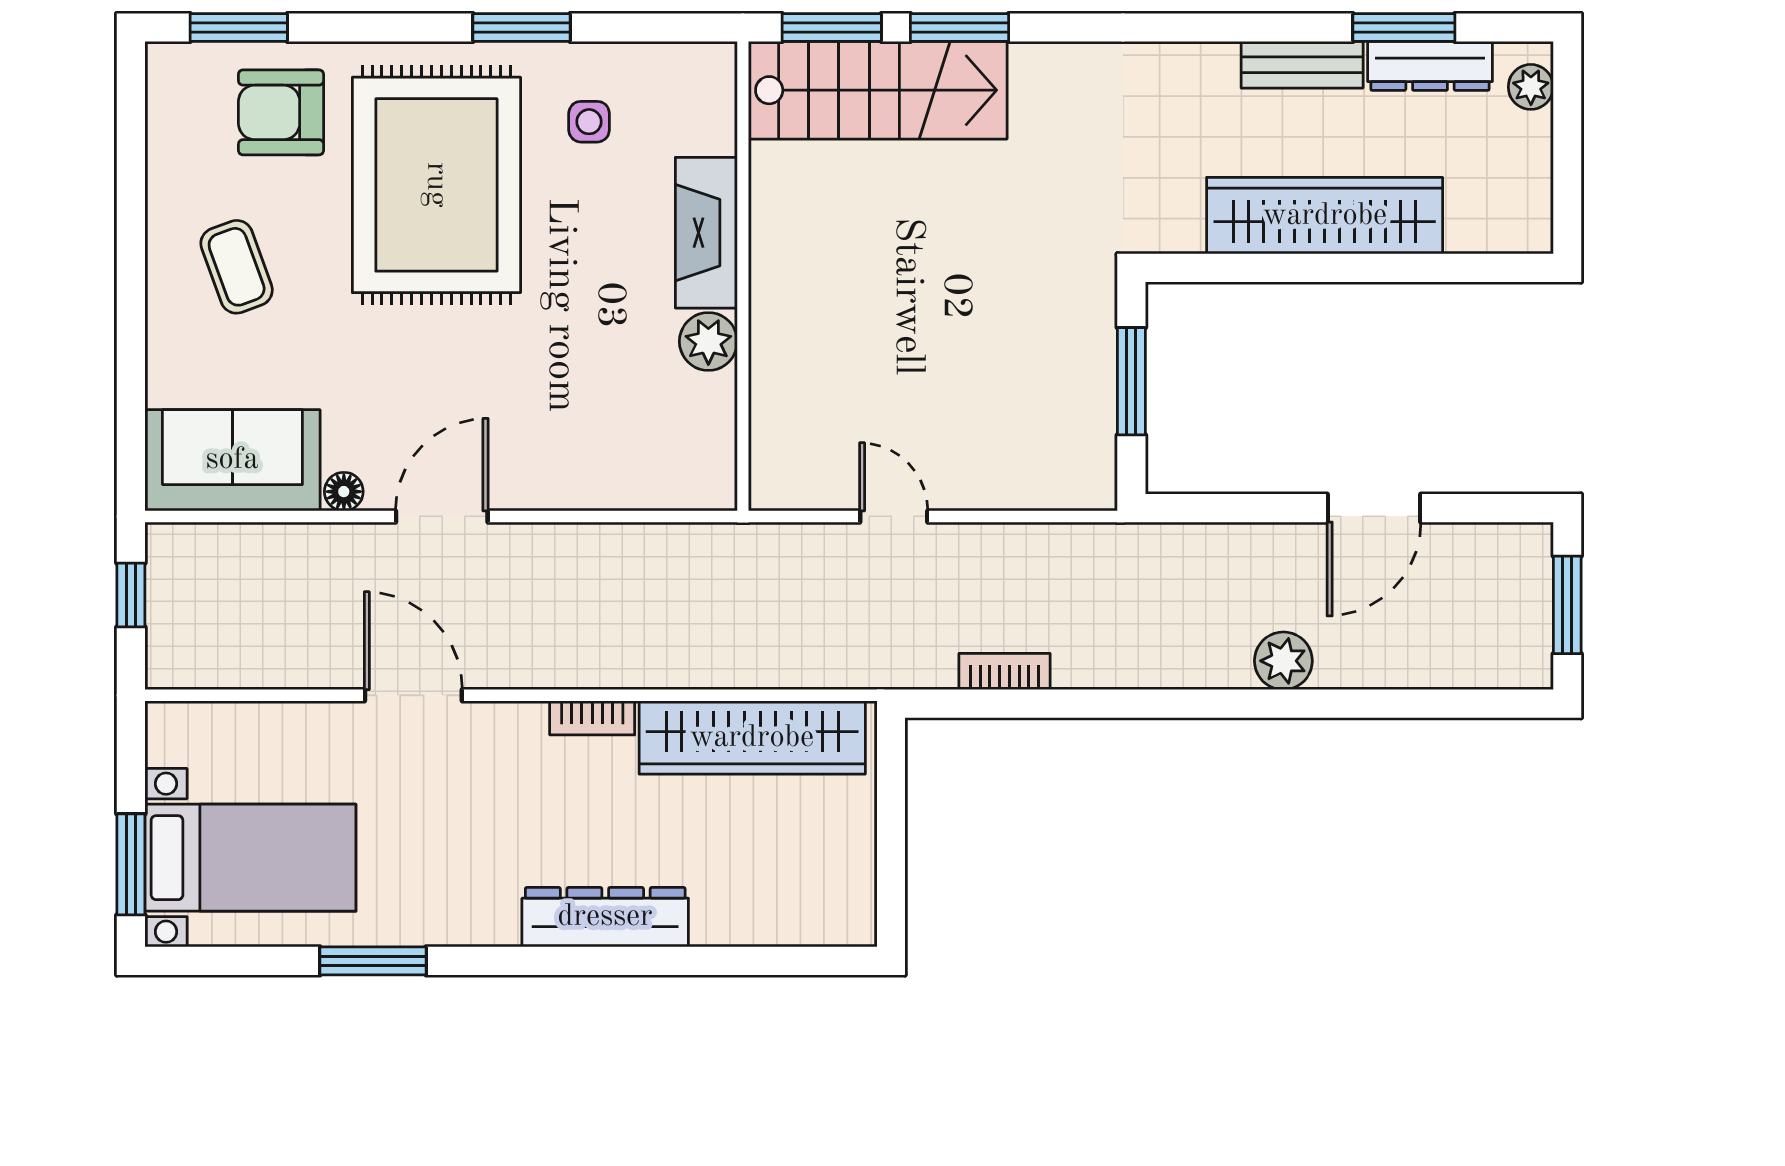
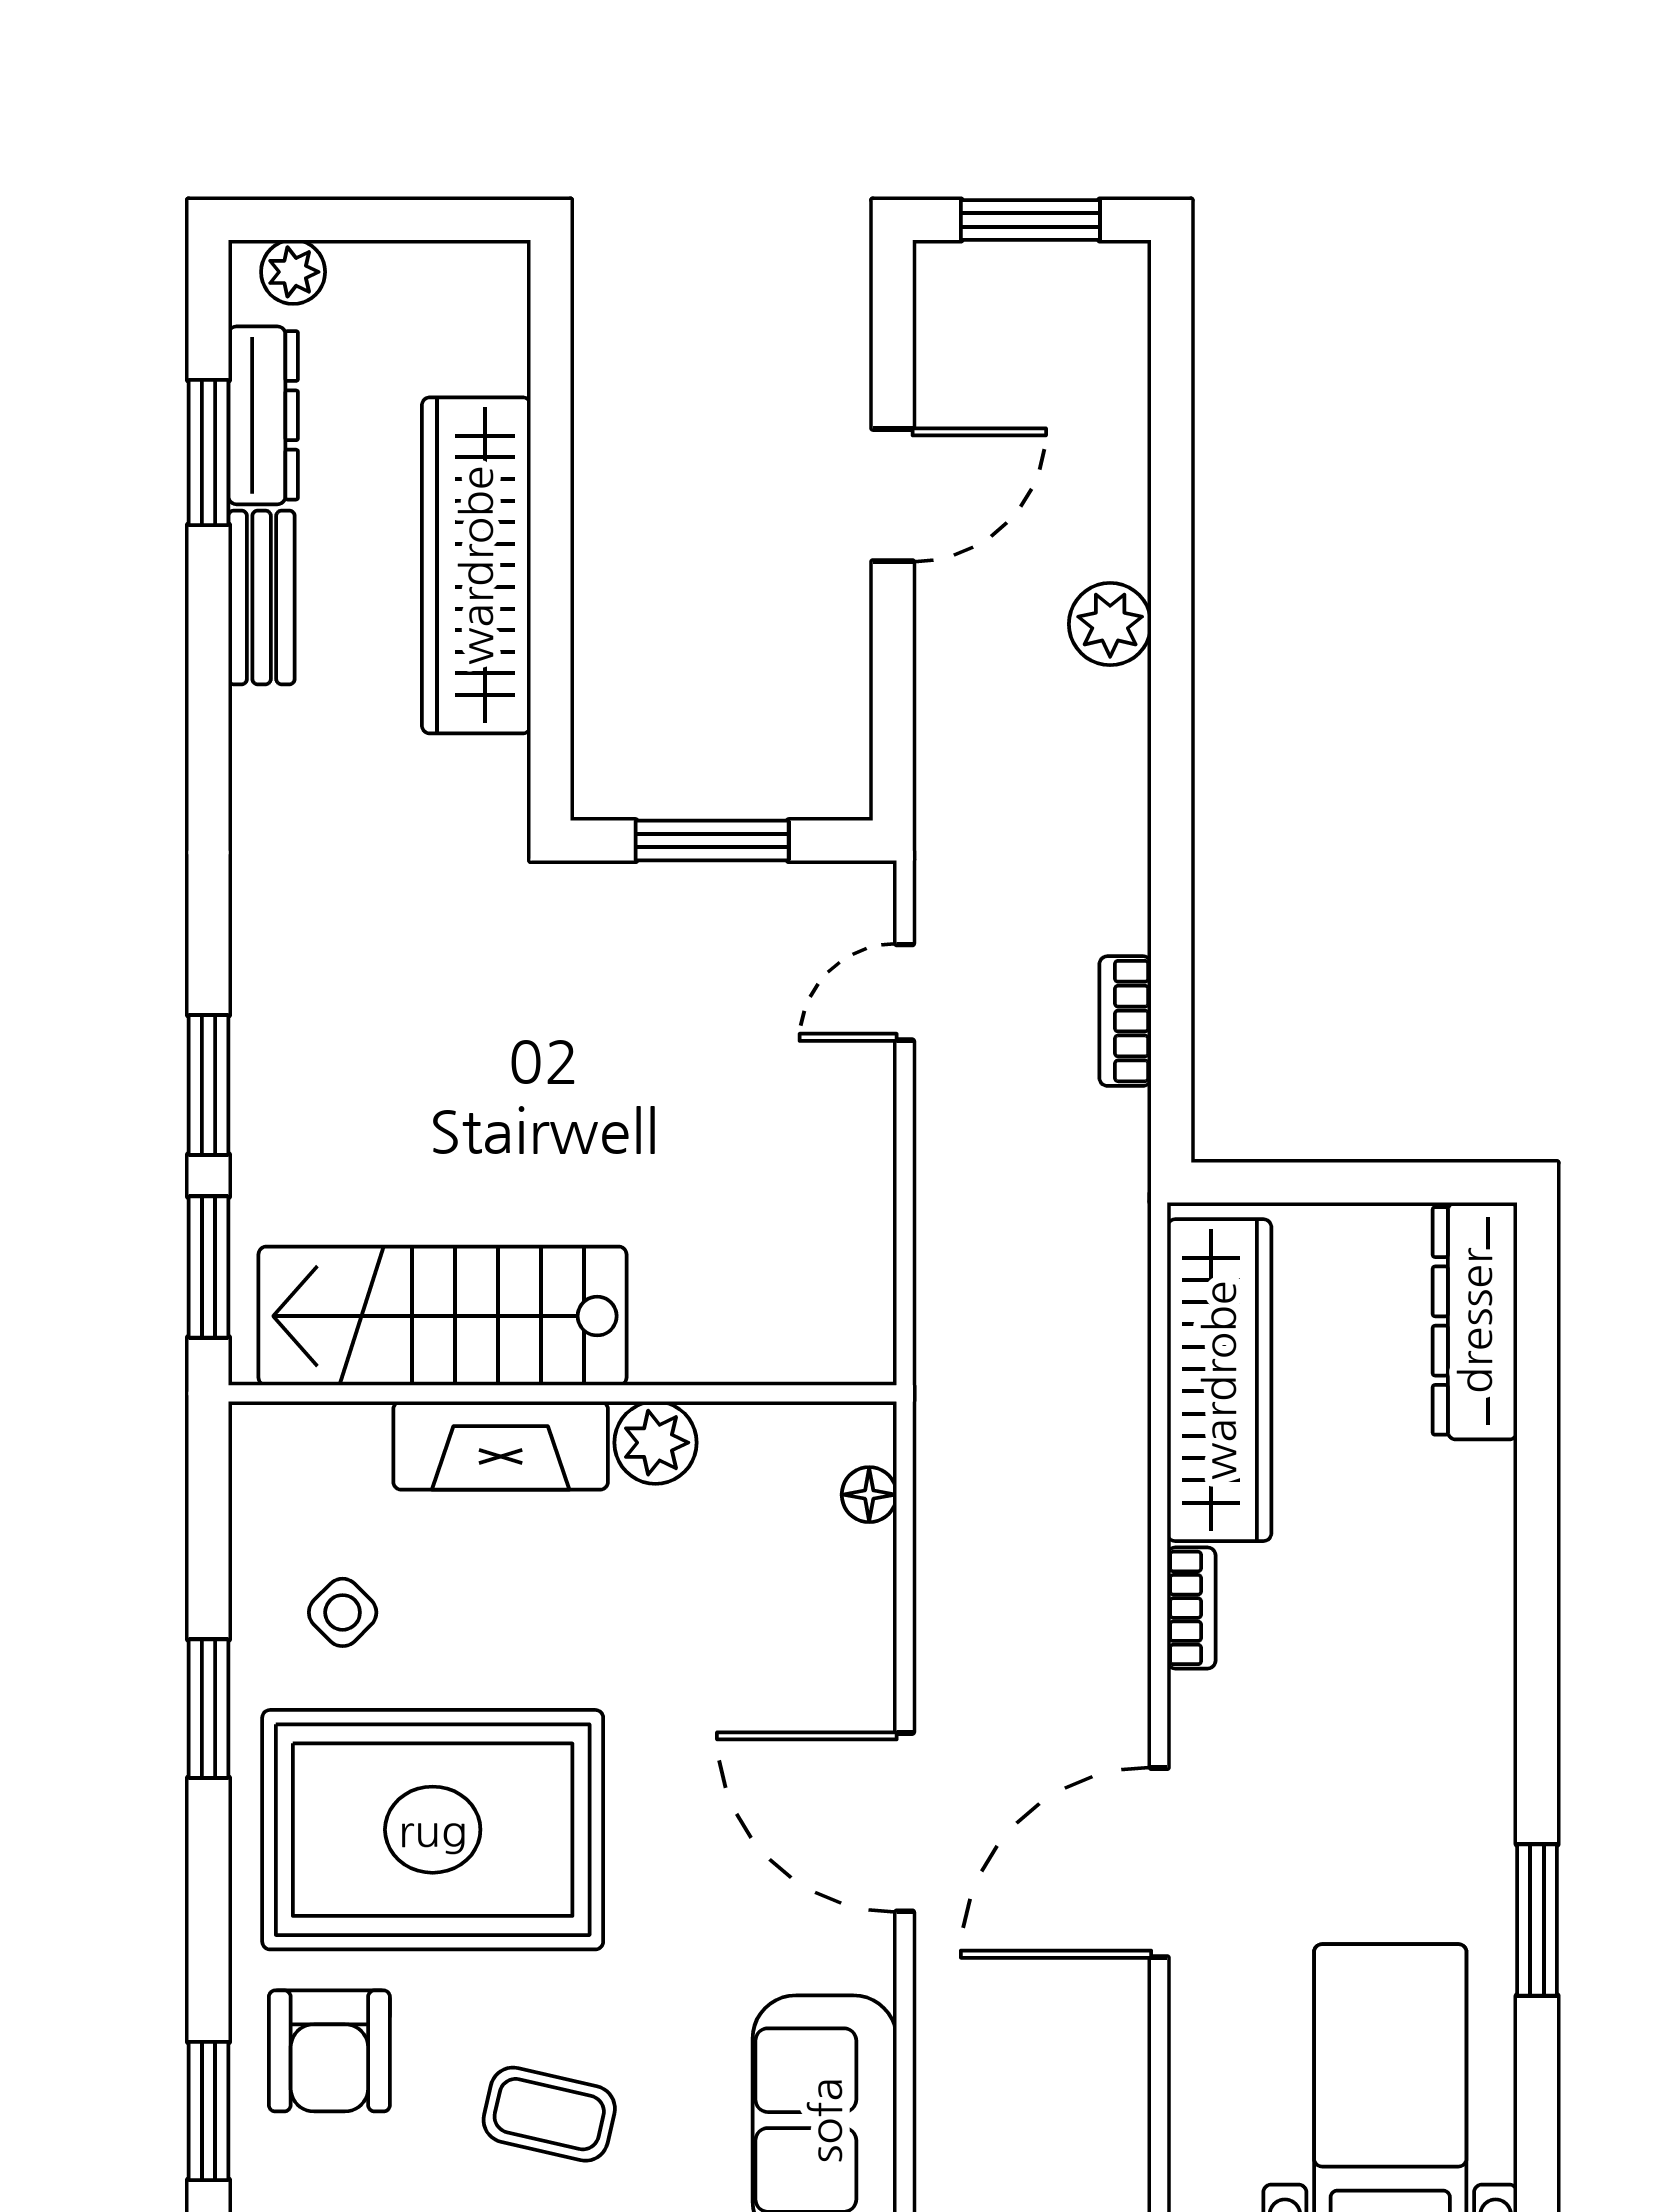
stairs: (878, 90) -> (442, 1316), moved, turned -90
side table: (589, 122) -> (343, 1612), turned 45
coffee table: (237, 267) -> (549, 2114), turned 33
floor lamp: (344, 492) -> (869, 1495), moved
door: (1374, 508) -> (893, 495), hinge flipped
door: (442, 516) -> (905, 1822), width x1.36
door: (894, 516) -> (905, 992), moved
door: (413, 695) -> (1159, 1863), width x1.36
dresser: (605, 917) -> (1475, 1321), moved

